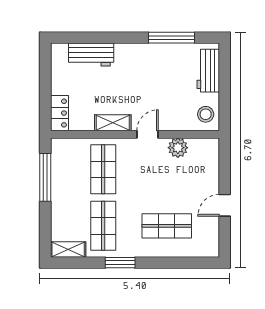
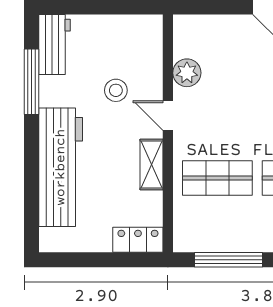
workbench: (91, 54) -> (61, 167), width x1.88, depth x1.32
workbench: (208, 71) -> (55, 44), moved, turned -90
stool: (206, 114) -> (116, 90), moved

